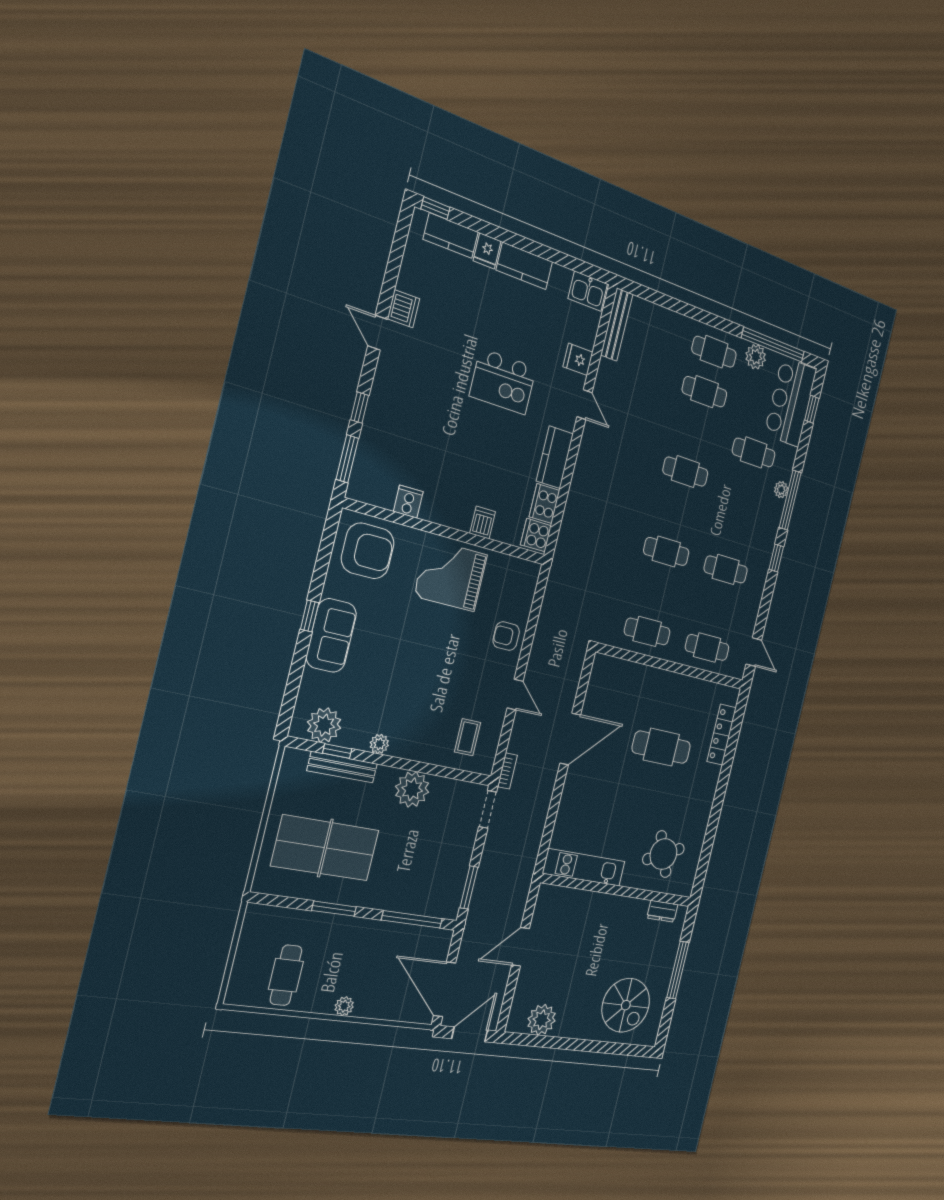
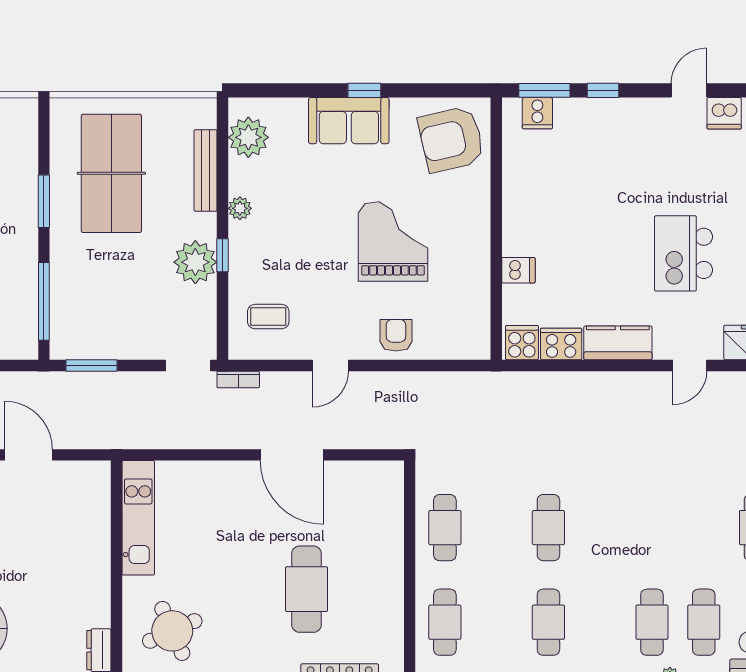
cafe table: (685, 472) -> (652, 622), moved
cooker: (408, 502) -> (537, 113), moved, turned 90
armchair: (368, 551) -> (451, 139), turned 77
grand piano: (451, 575) -> (393, 242), moved
window: (337, 751) -> (223, 255), moved

